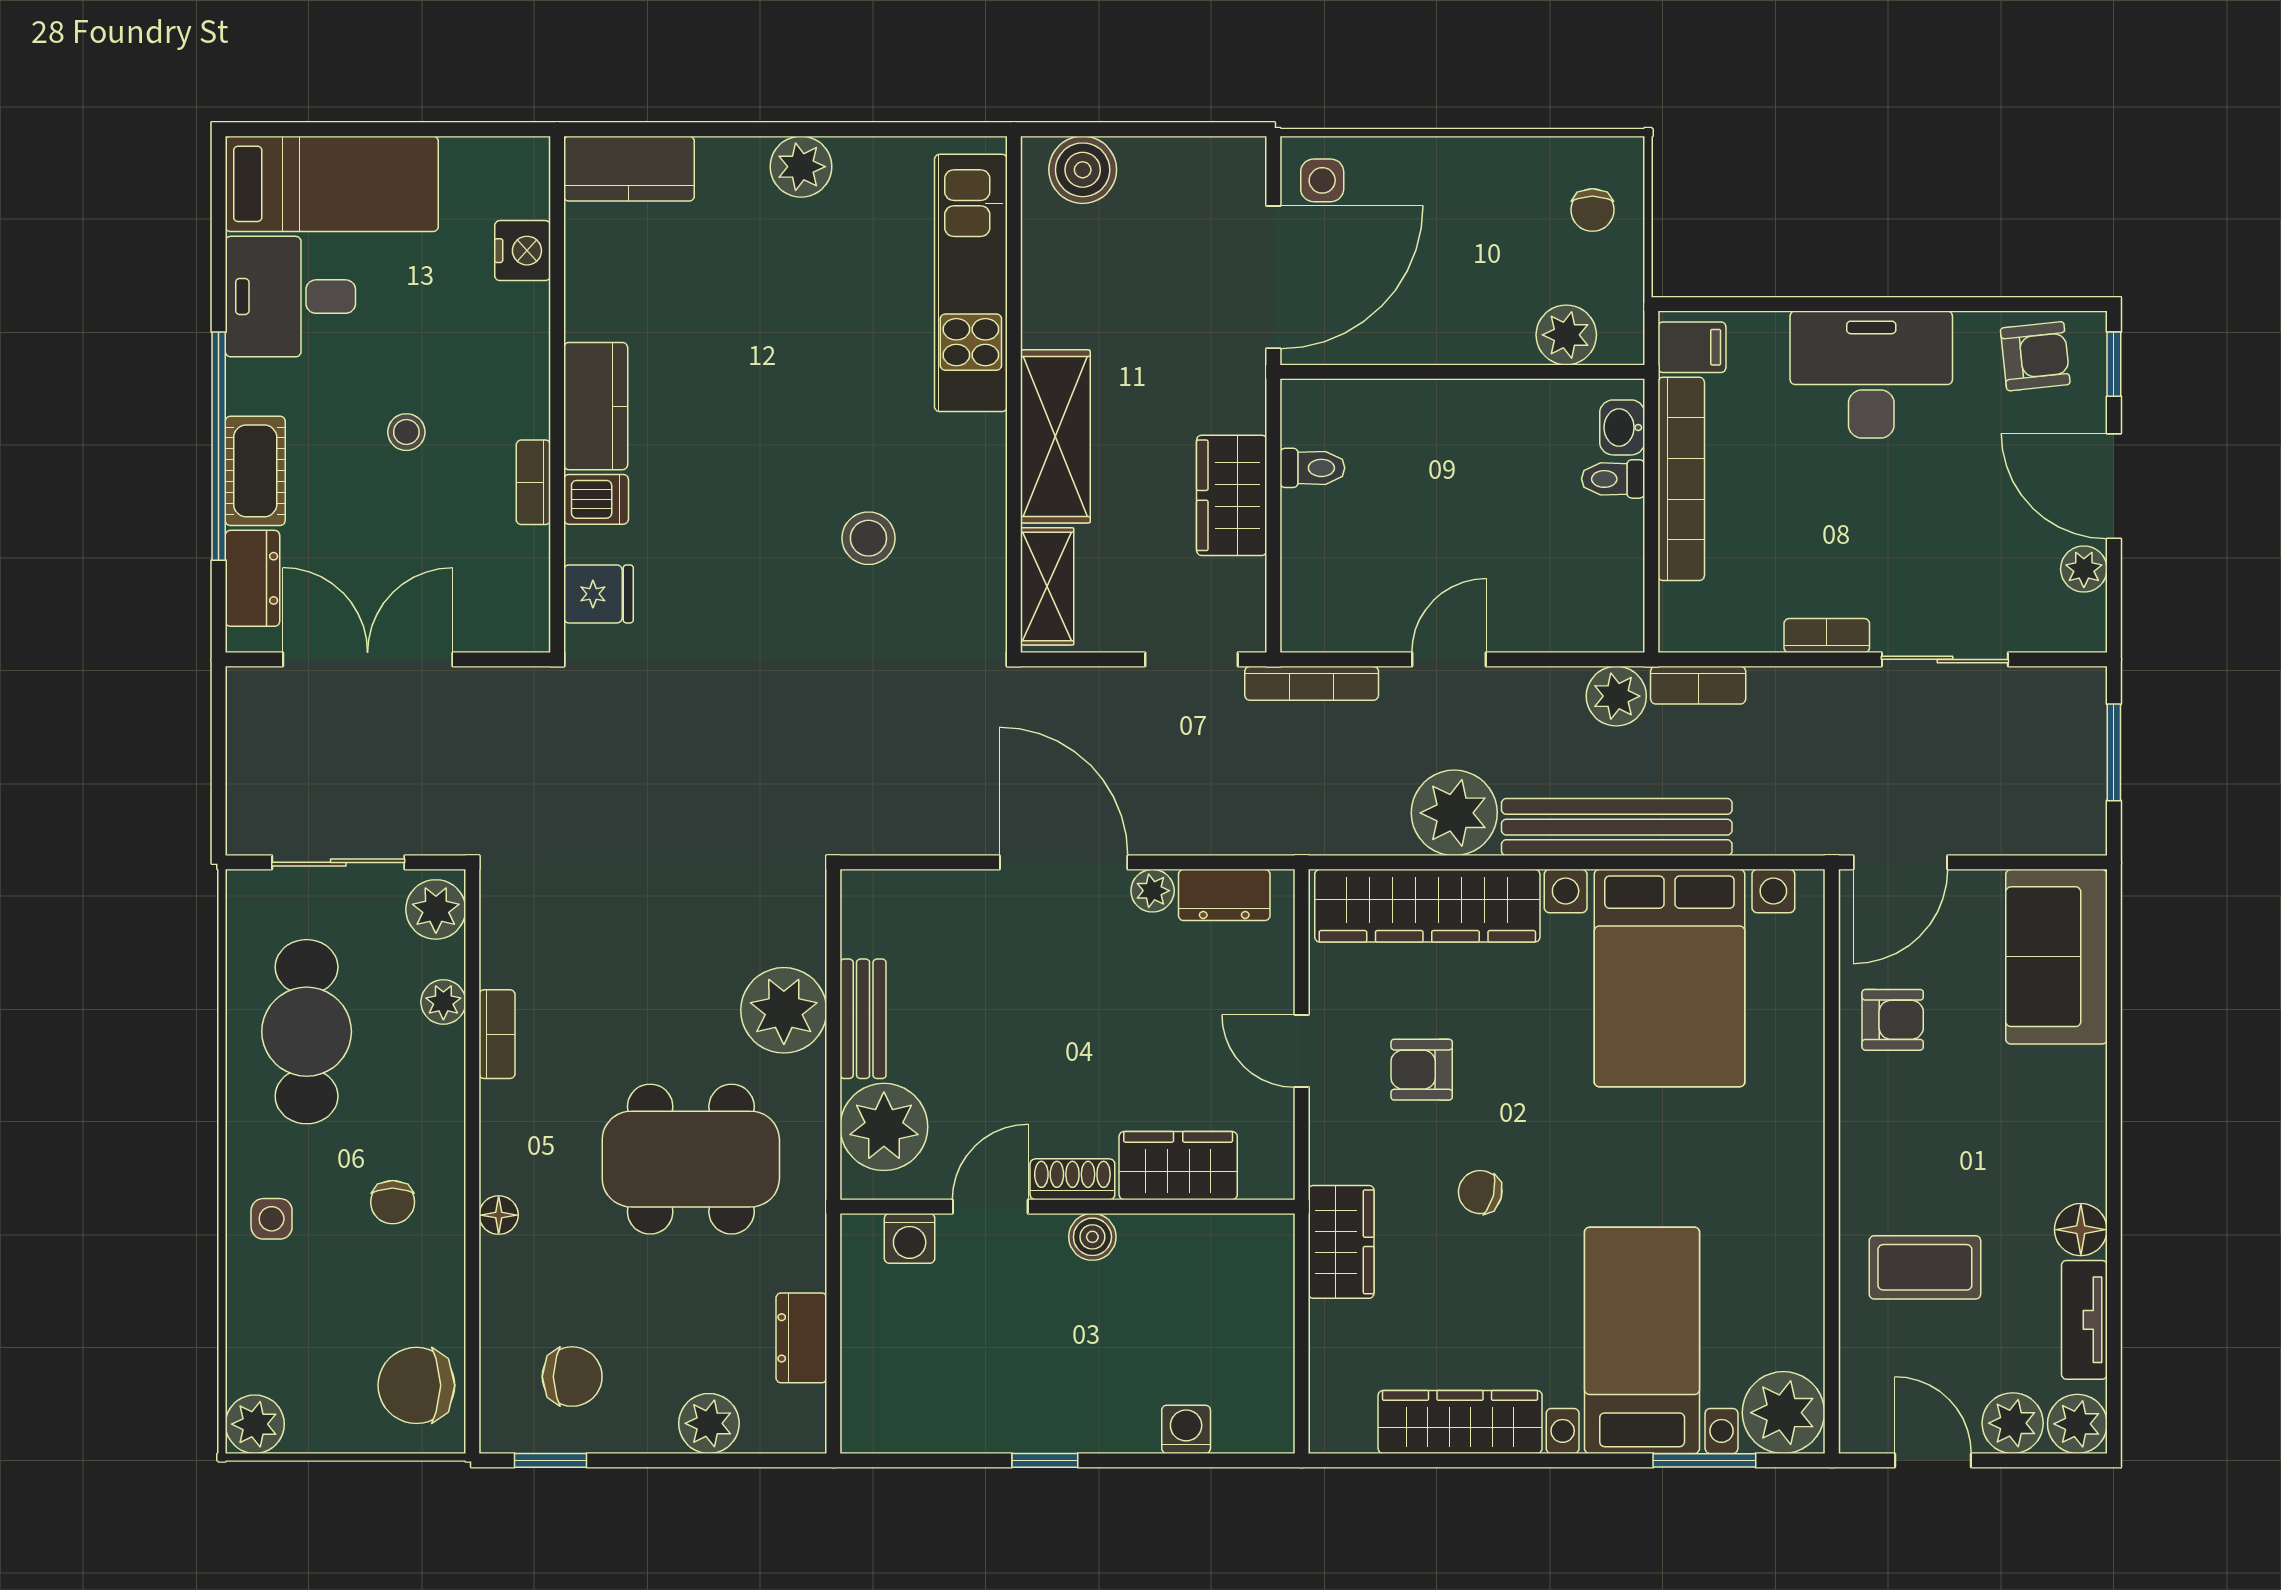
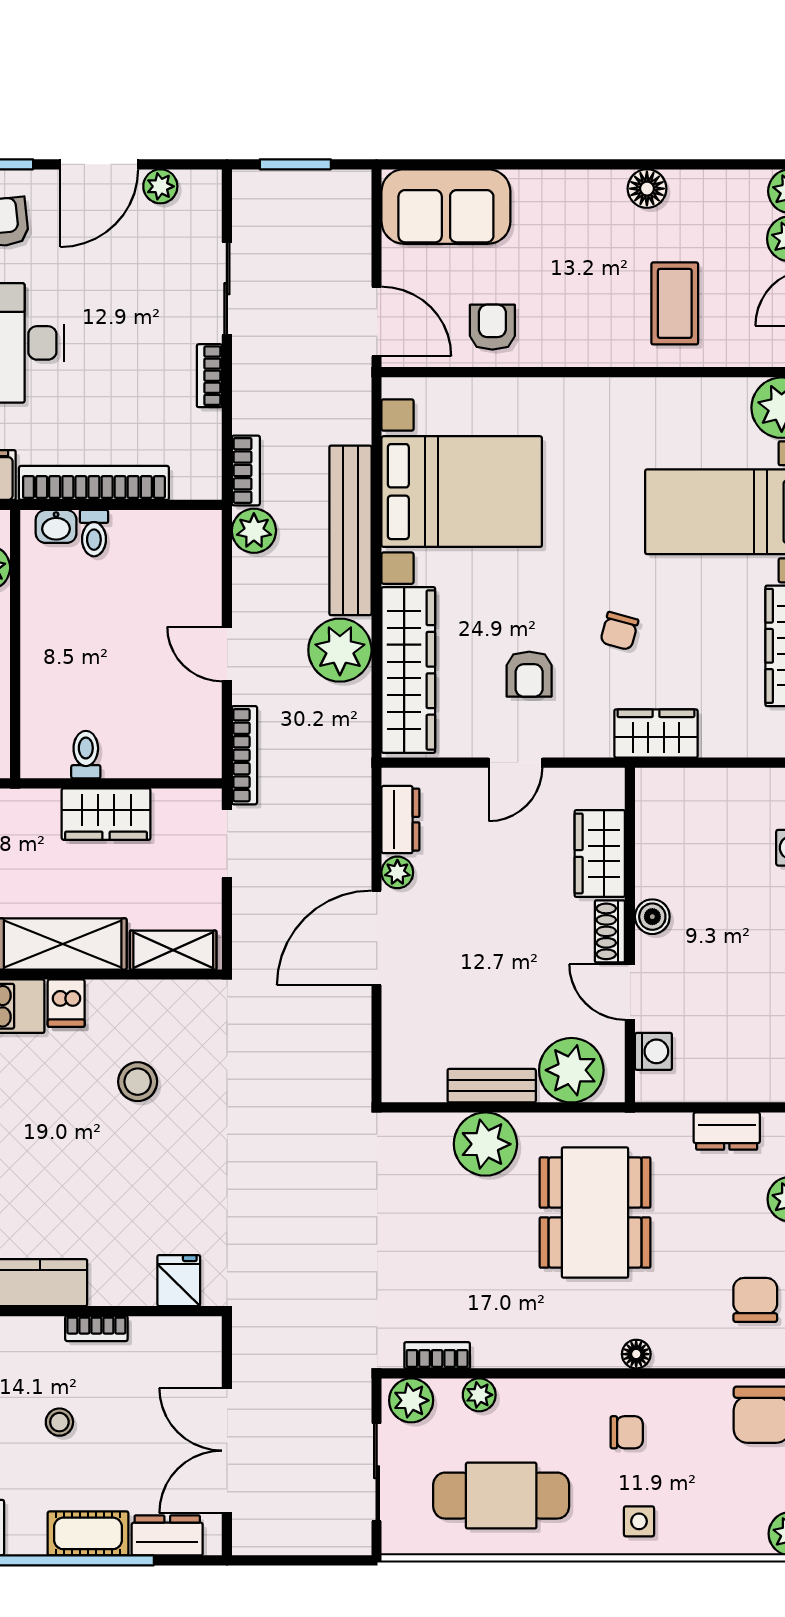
dishwasher: (596, 499) -> (66, 1003), moved, turned 180
bookcase: (497, 1034) -> (437, 1355), moved
tv unit: (2084, 1320) -> (713, 186), removed

